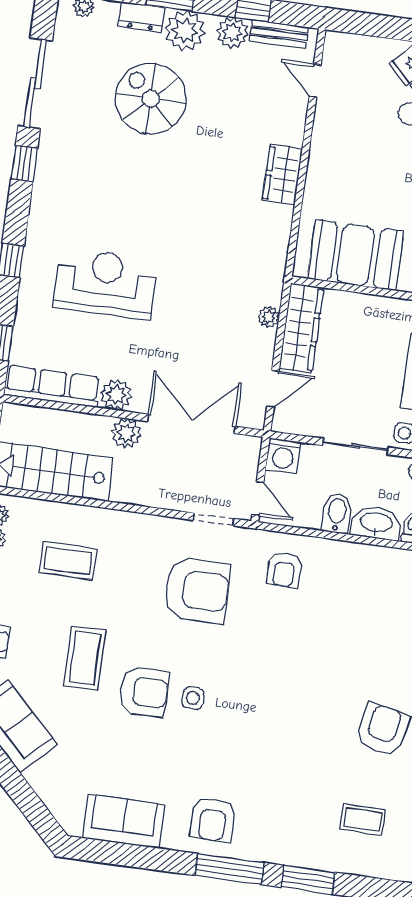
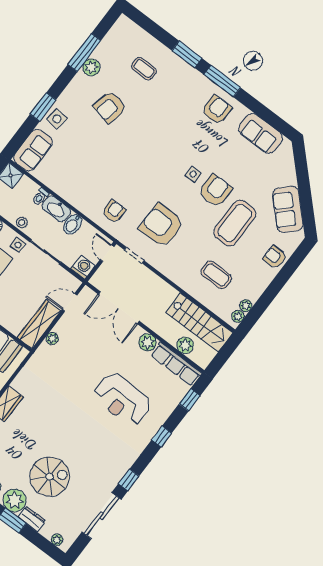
spiral stairs: (151, 99) -> (50, 477), turned -90
plant: (126, 433) -> (185, 345), moved
coffee table: (85, 658) -> (235, 223), width x1.36, depth x1.32
armchair: (144, 692) -> (215, 191), turned 90

